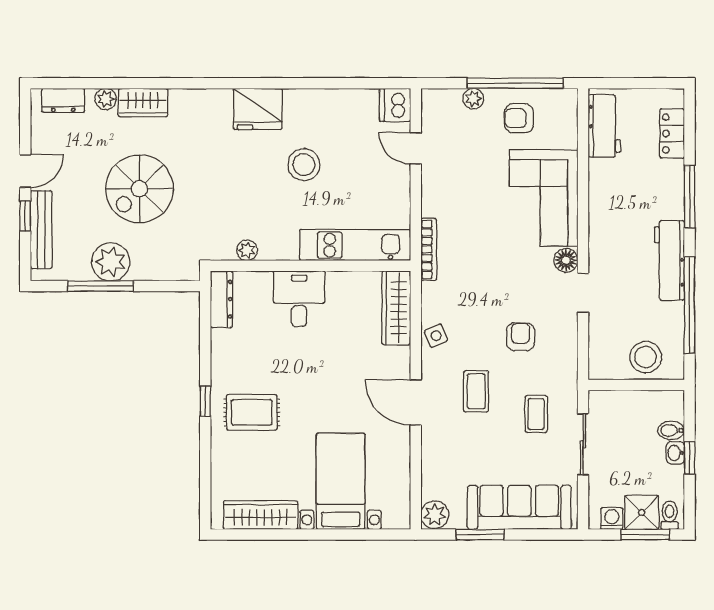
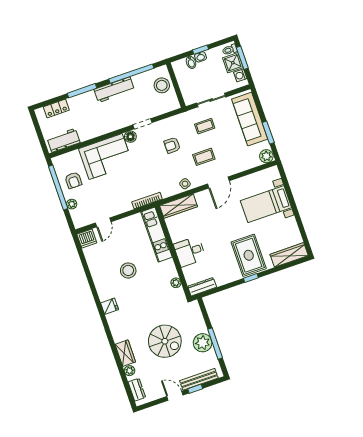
fridge: (258, 109) -> (110, 306), width x0.53, depth x0.75
rug: (252, 412) -> (249, 255), width x1.36, depth x1.43
wardrobe: (261, 515) -> (289, 255), moved, turned 90

